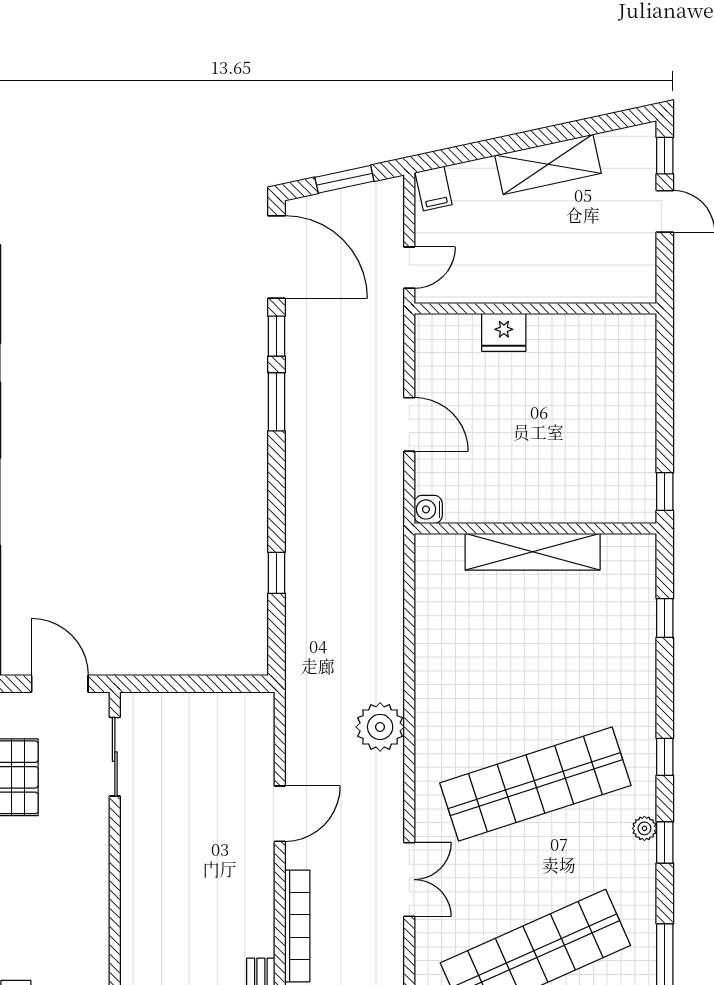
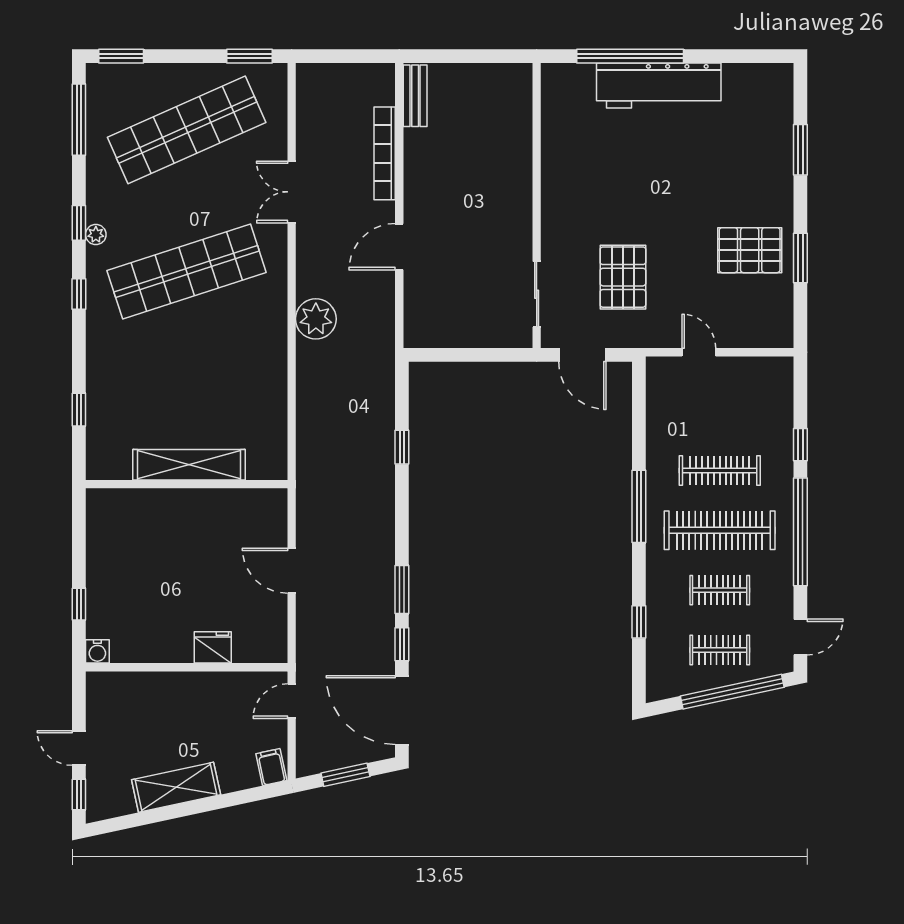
window: (665, 491) -> (79, 604), moved
water cooler: (428, 509) -> (97, 651), moved, turned 90

